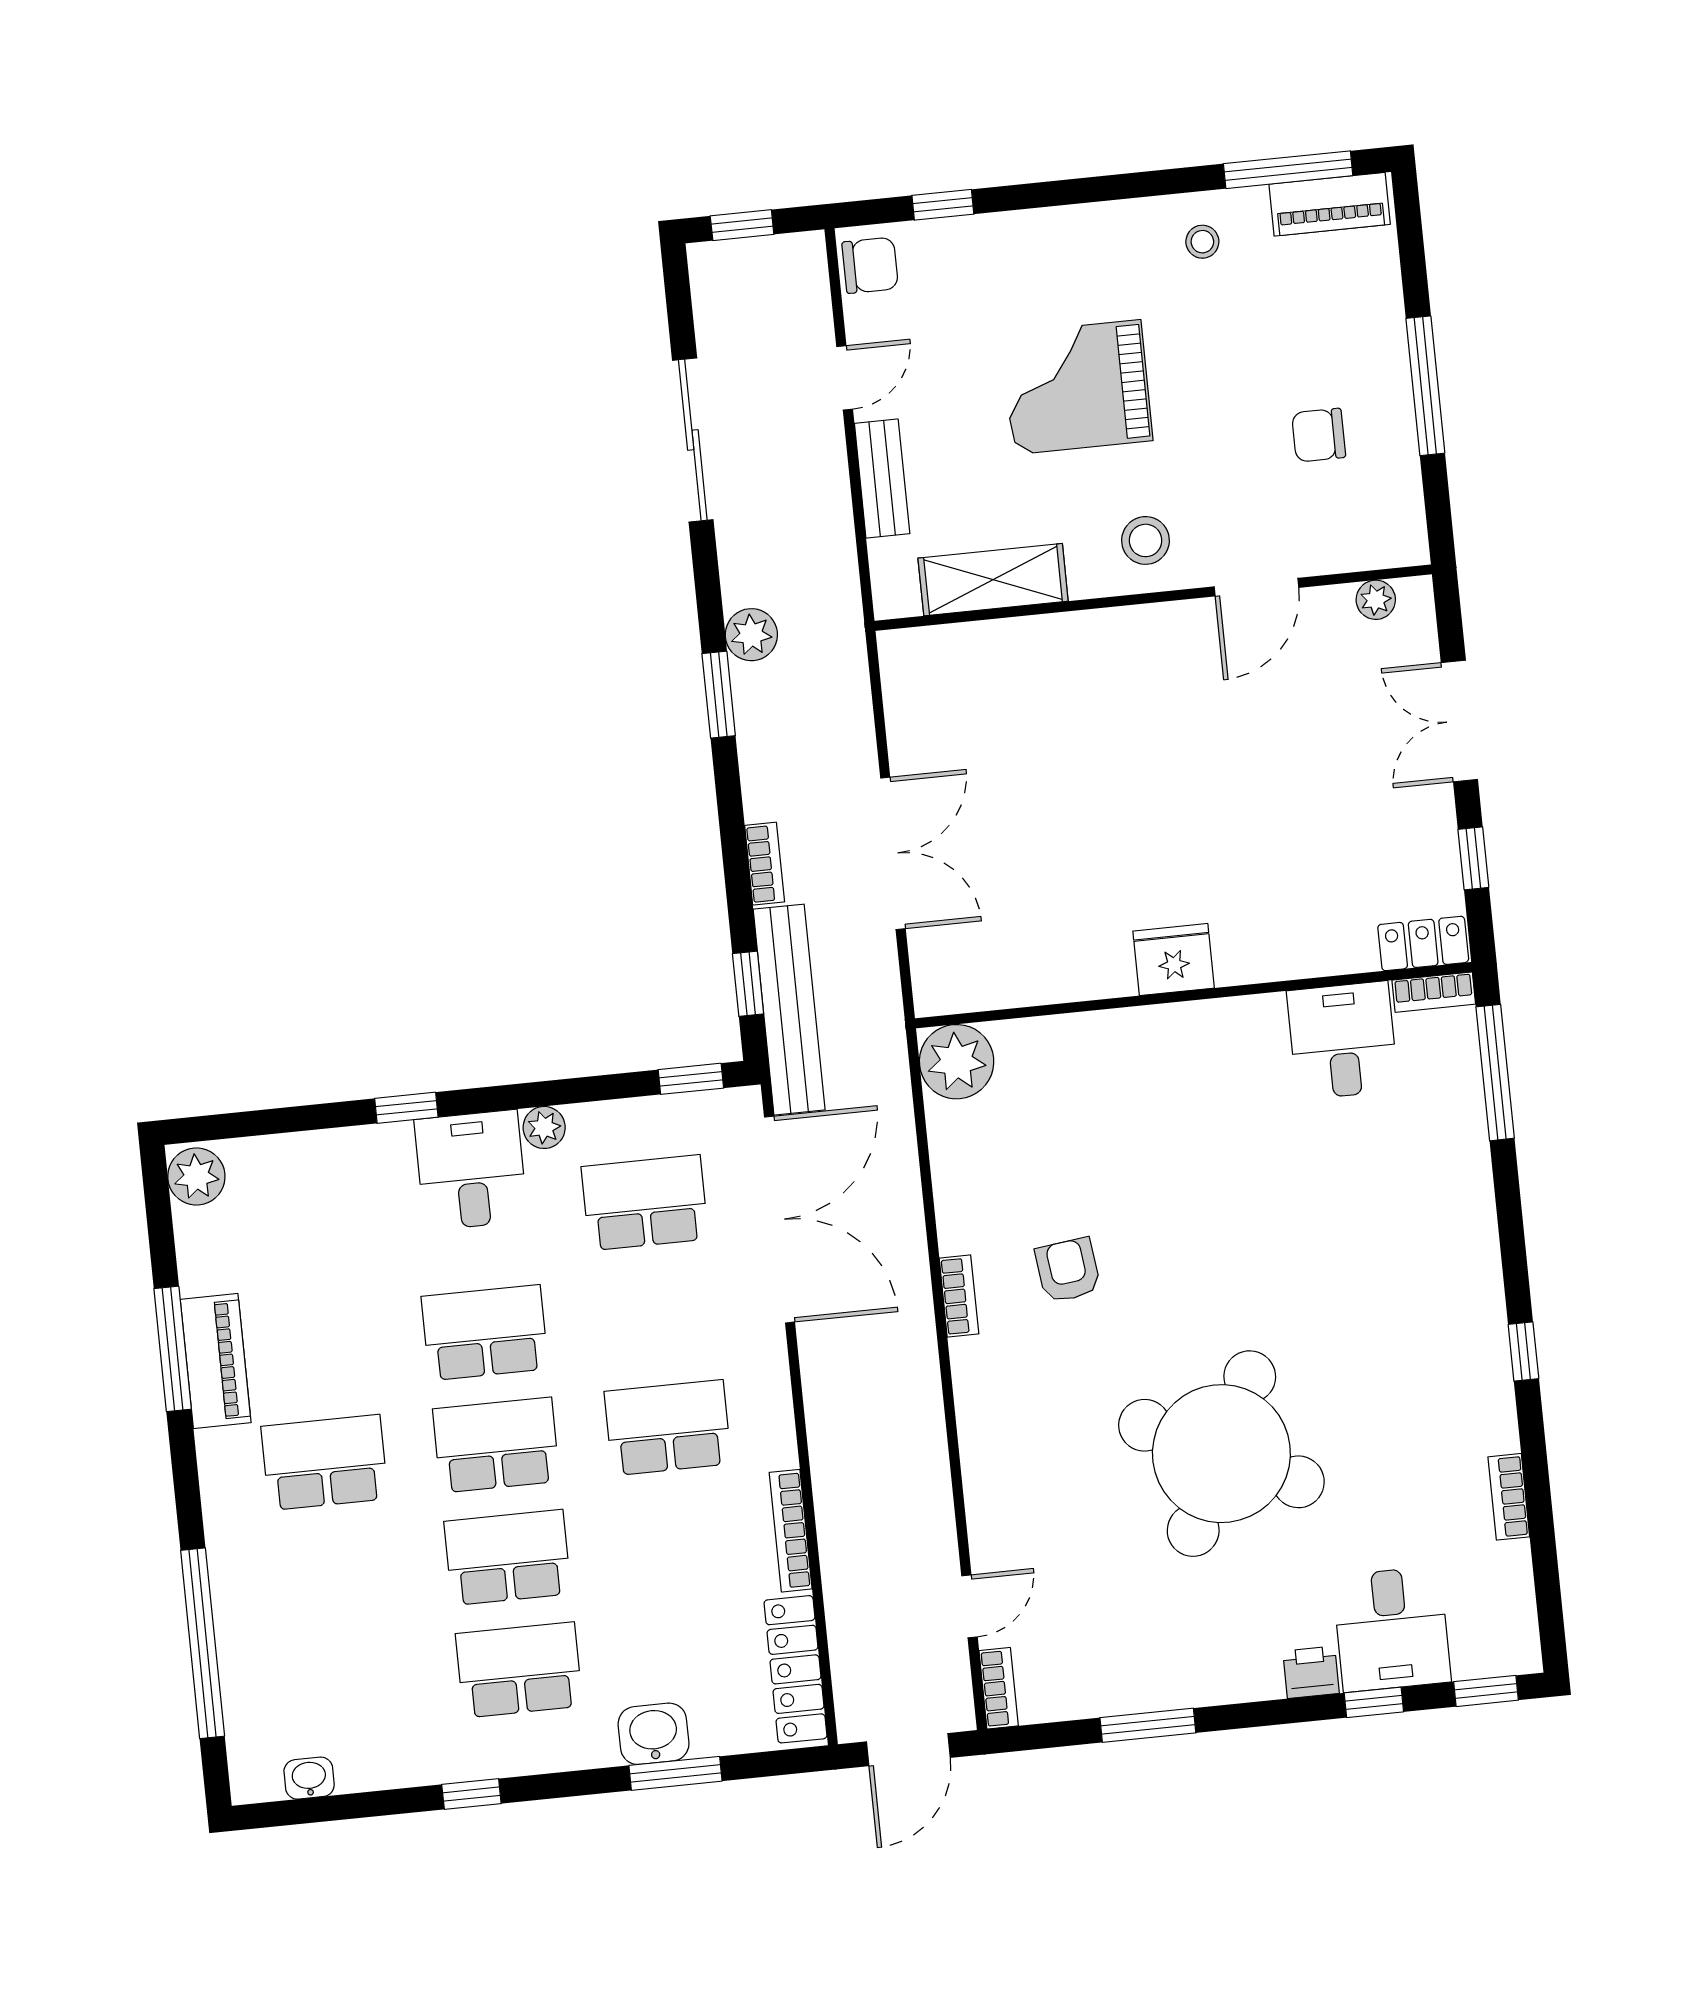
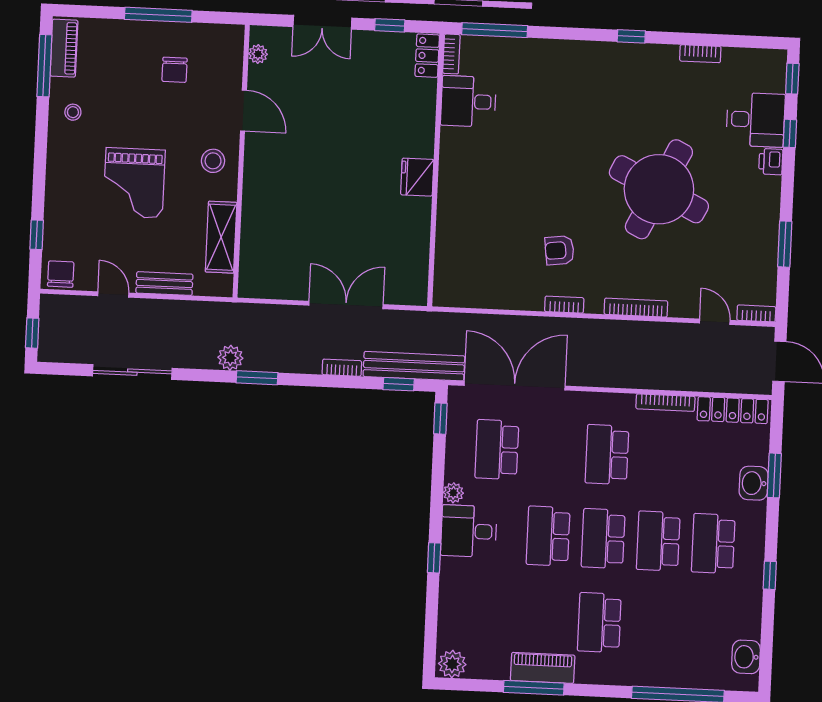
plant: (957, 1062) -> (451, 289), removed
bookcase: (974, 1442) -> (636, 308), added
washbasin: (309, 1778) -> (746, 657), width x1.38, depth x1.45

